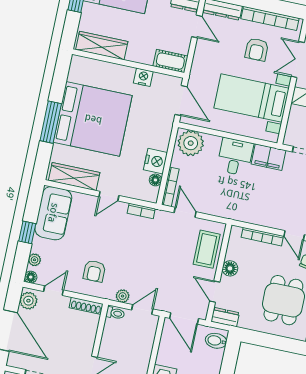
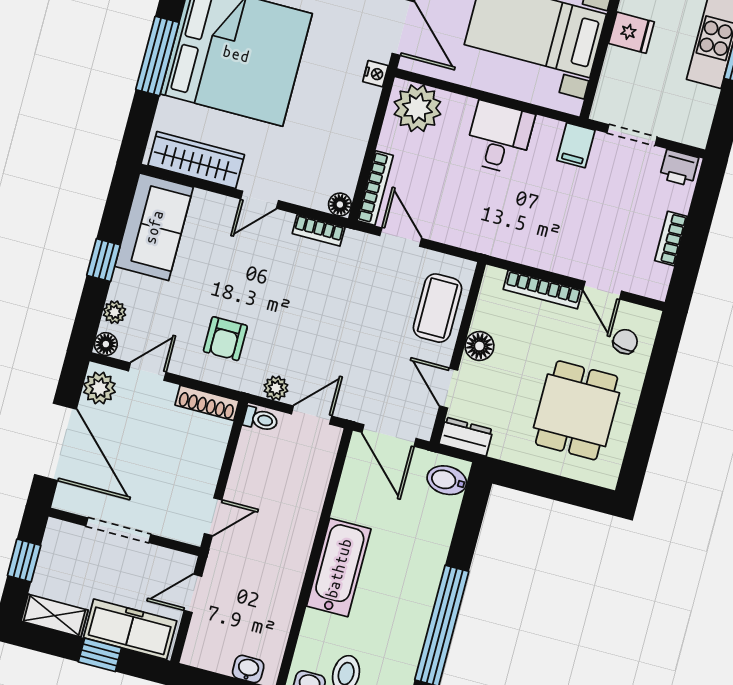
filing cabinet: (268, 157) -> (576, 145), width x0.50
nightstand: (155, 161) -> (375, 74), moved, width x0.53, depth x0.56
floor lamp: (155, 180) -> (340, 204), moved

